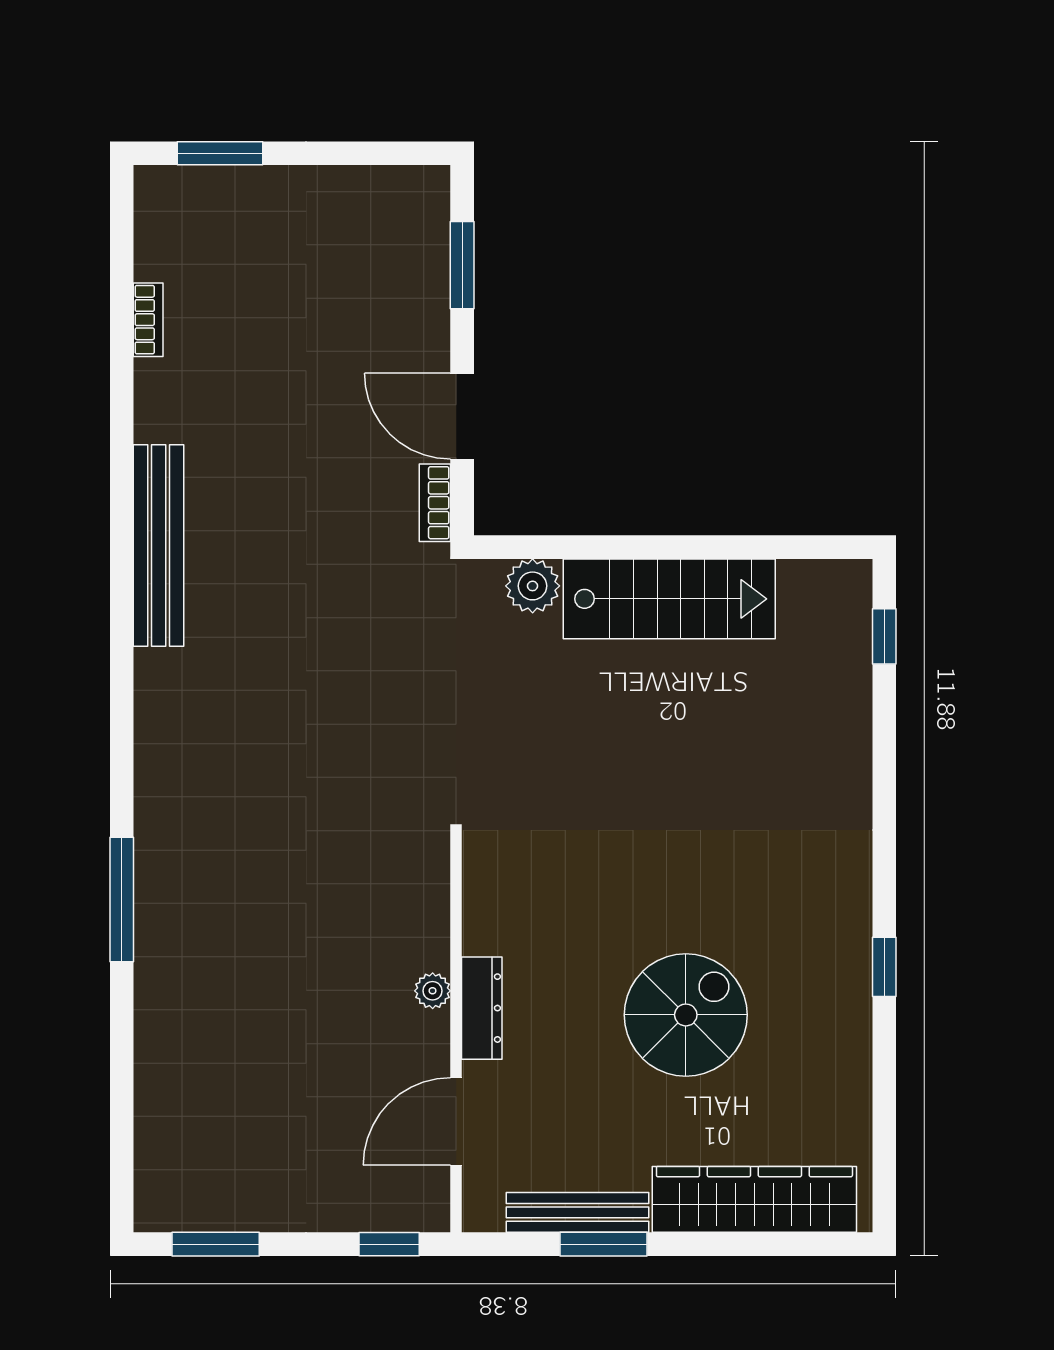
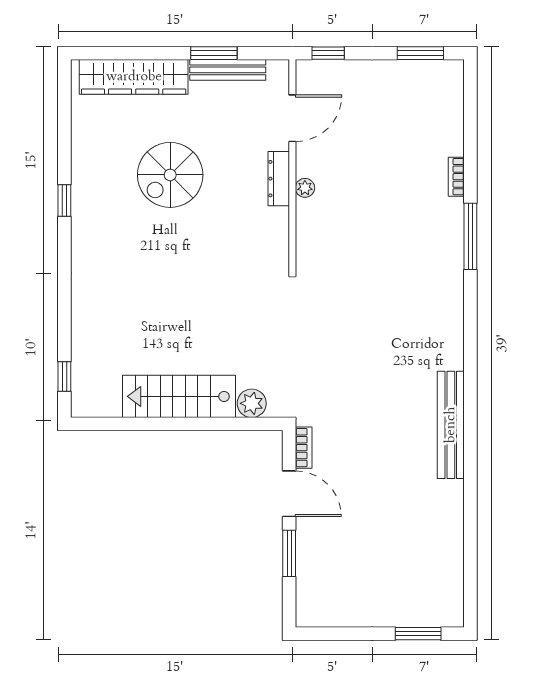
window: (462, 265) -> (289, 553), moved
bookcase: (148, 320) -> (456, 177), moved

